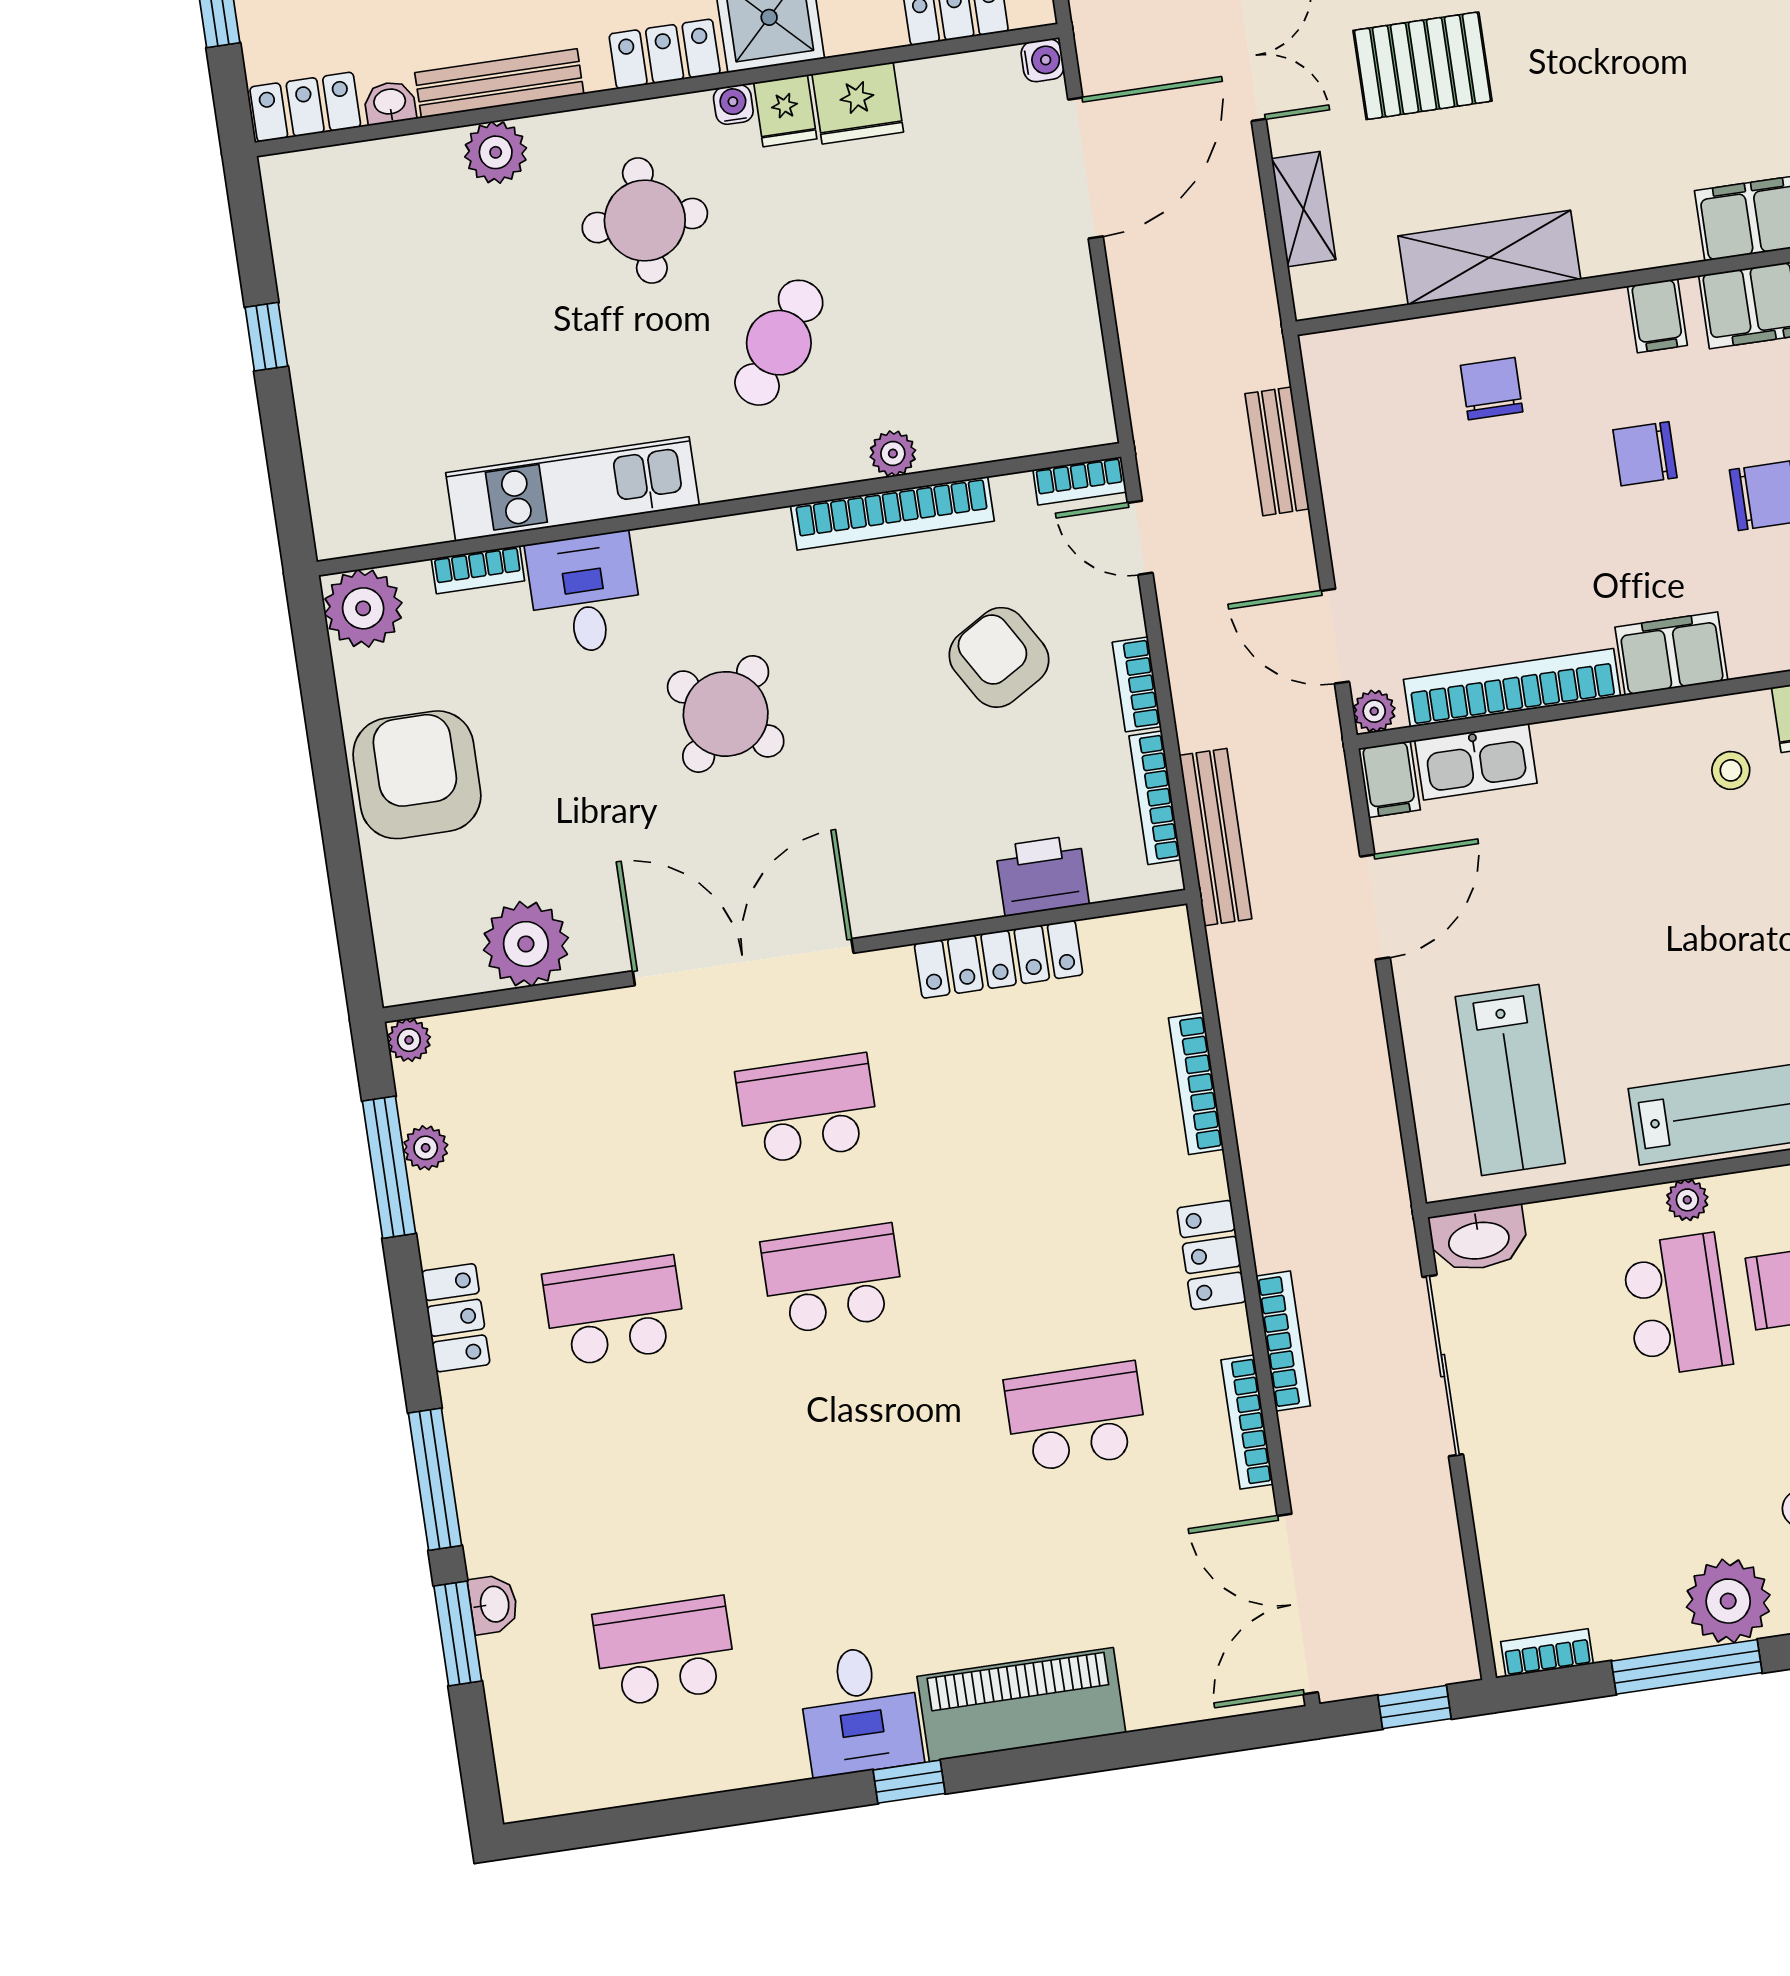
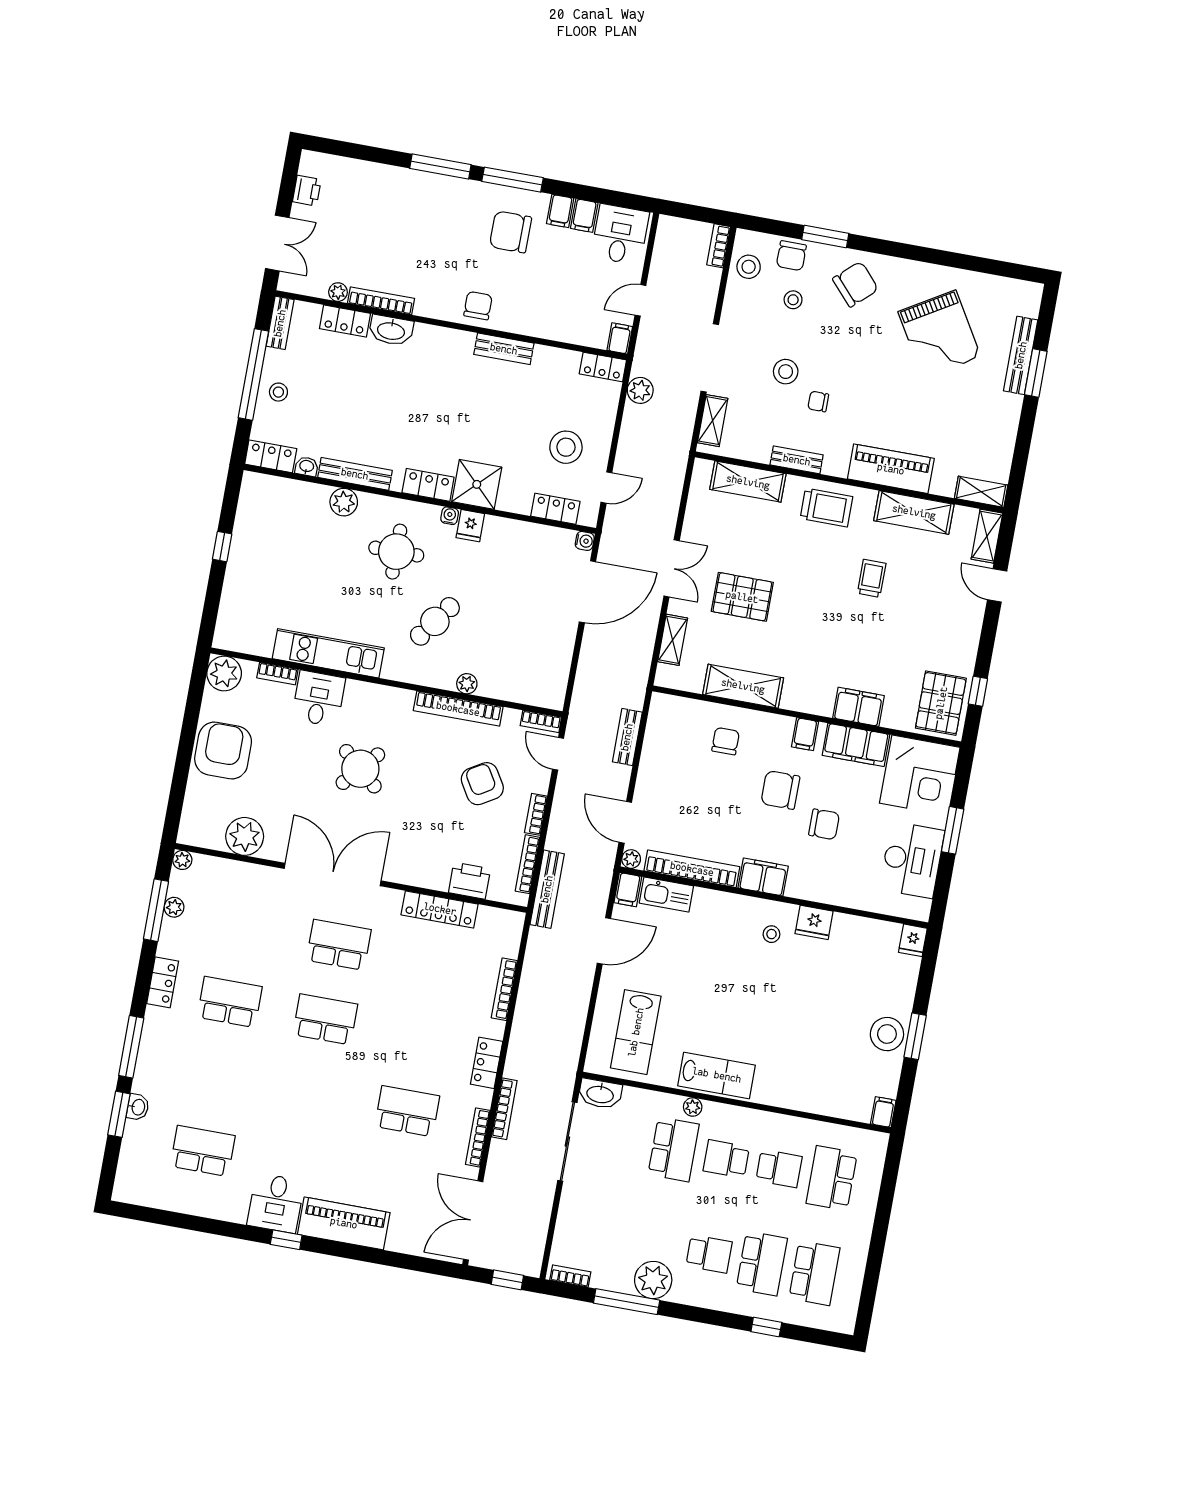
fridge: (858, 103) -> (502, 533), removed
chair: (1645, 454) -> (780, 790), width x1.37, depth x1.37

